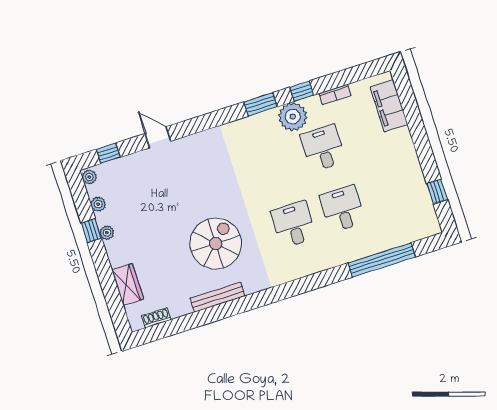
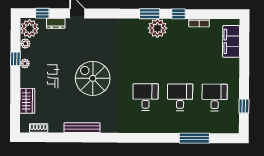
plant: (293, 117) -> (157, 28), moved
desk: (323, 148) -> (215, 97), moved
dresser: (132, 161) -> (56, 23), added
plant: (89, 177) -> (30, 29), width x1.88, depth x1.88
spiral stairs: (216, 244) -> (93, 78), moved, turned -90
window: (382, 260) -> (194, 138), width x0.68

